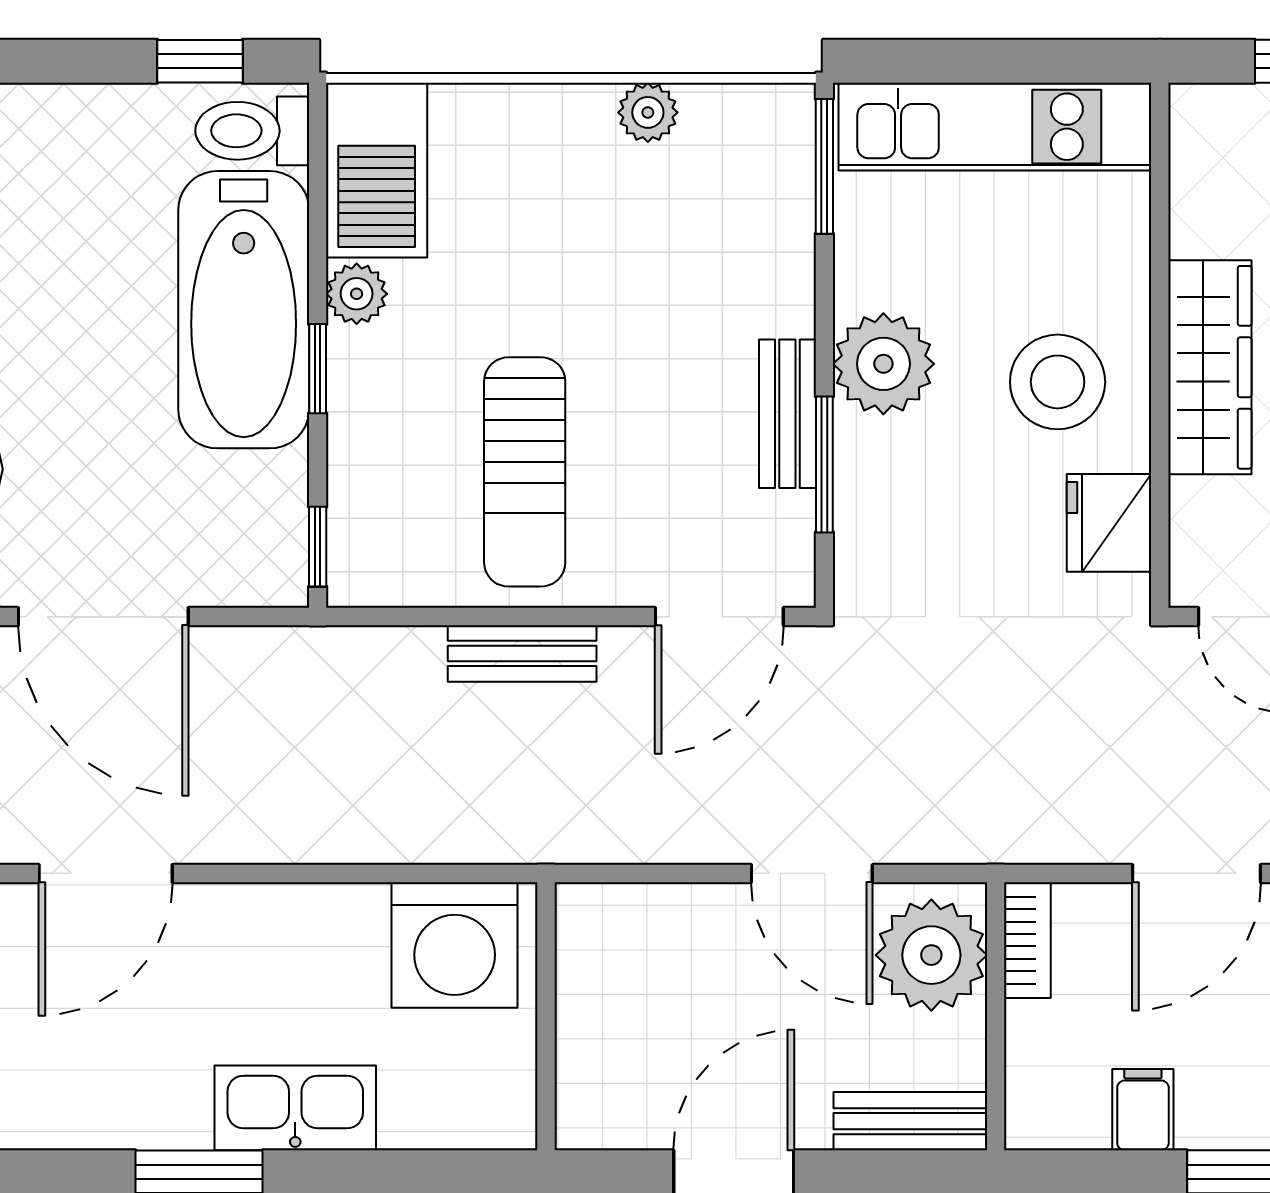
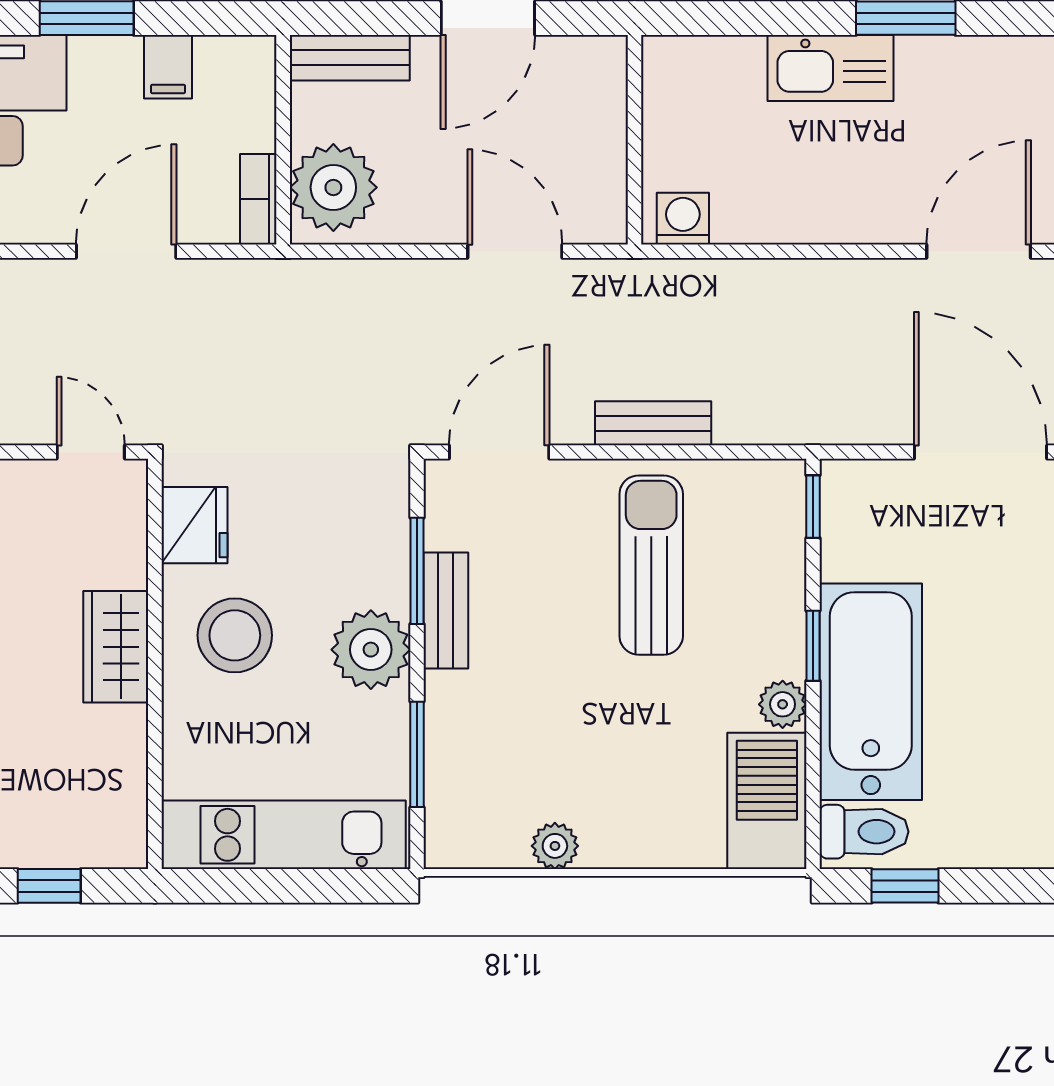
window: (824, 166) -> (417, 754), moved
wardrobe: (1210, 367) -> (116, 647), width x0.67
door: (812, 873) -> (515, 251), moved
washing machine: (455, 945) -> (683, 219), width x0.53, depth x0.53

